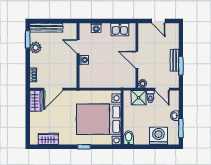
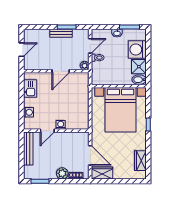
bench: (46, 28) -> (28, 148), moved
plant: (36, 47) -> (62, 173), moved
shower: (139, 98) -> (139, 67), moved

